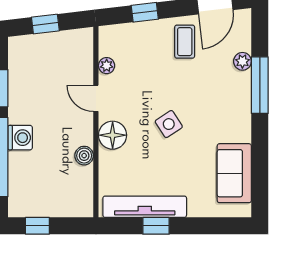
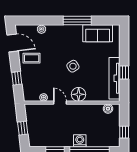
window: (260, 85) -> (77, 20), moved
door: (96, 98) -> (60, 103), swing flipped
boiler: (84, 156) -> (108, 109), moved

